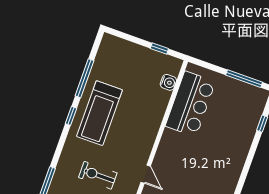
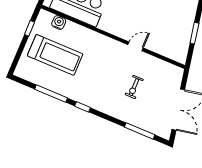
treadmill: (99, 113) -> (55, 55), moved
exercise bike: (98, 175) -> (134, 87), width x0.73, depth x0.72

